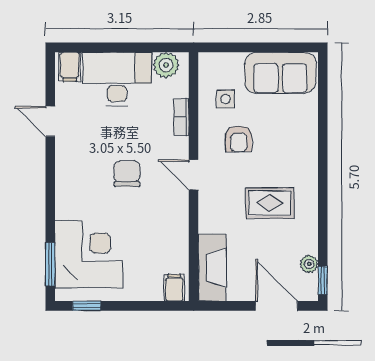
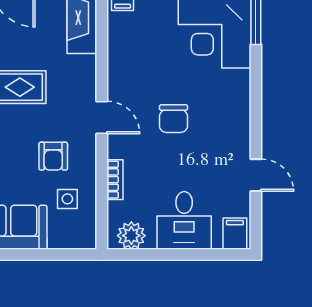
desk: (117, 79) -> (184, 220), width x0.73
armchair: (239, 139) -> (53, 156), turned 180

